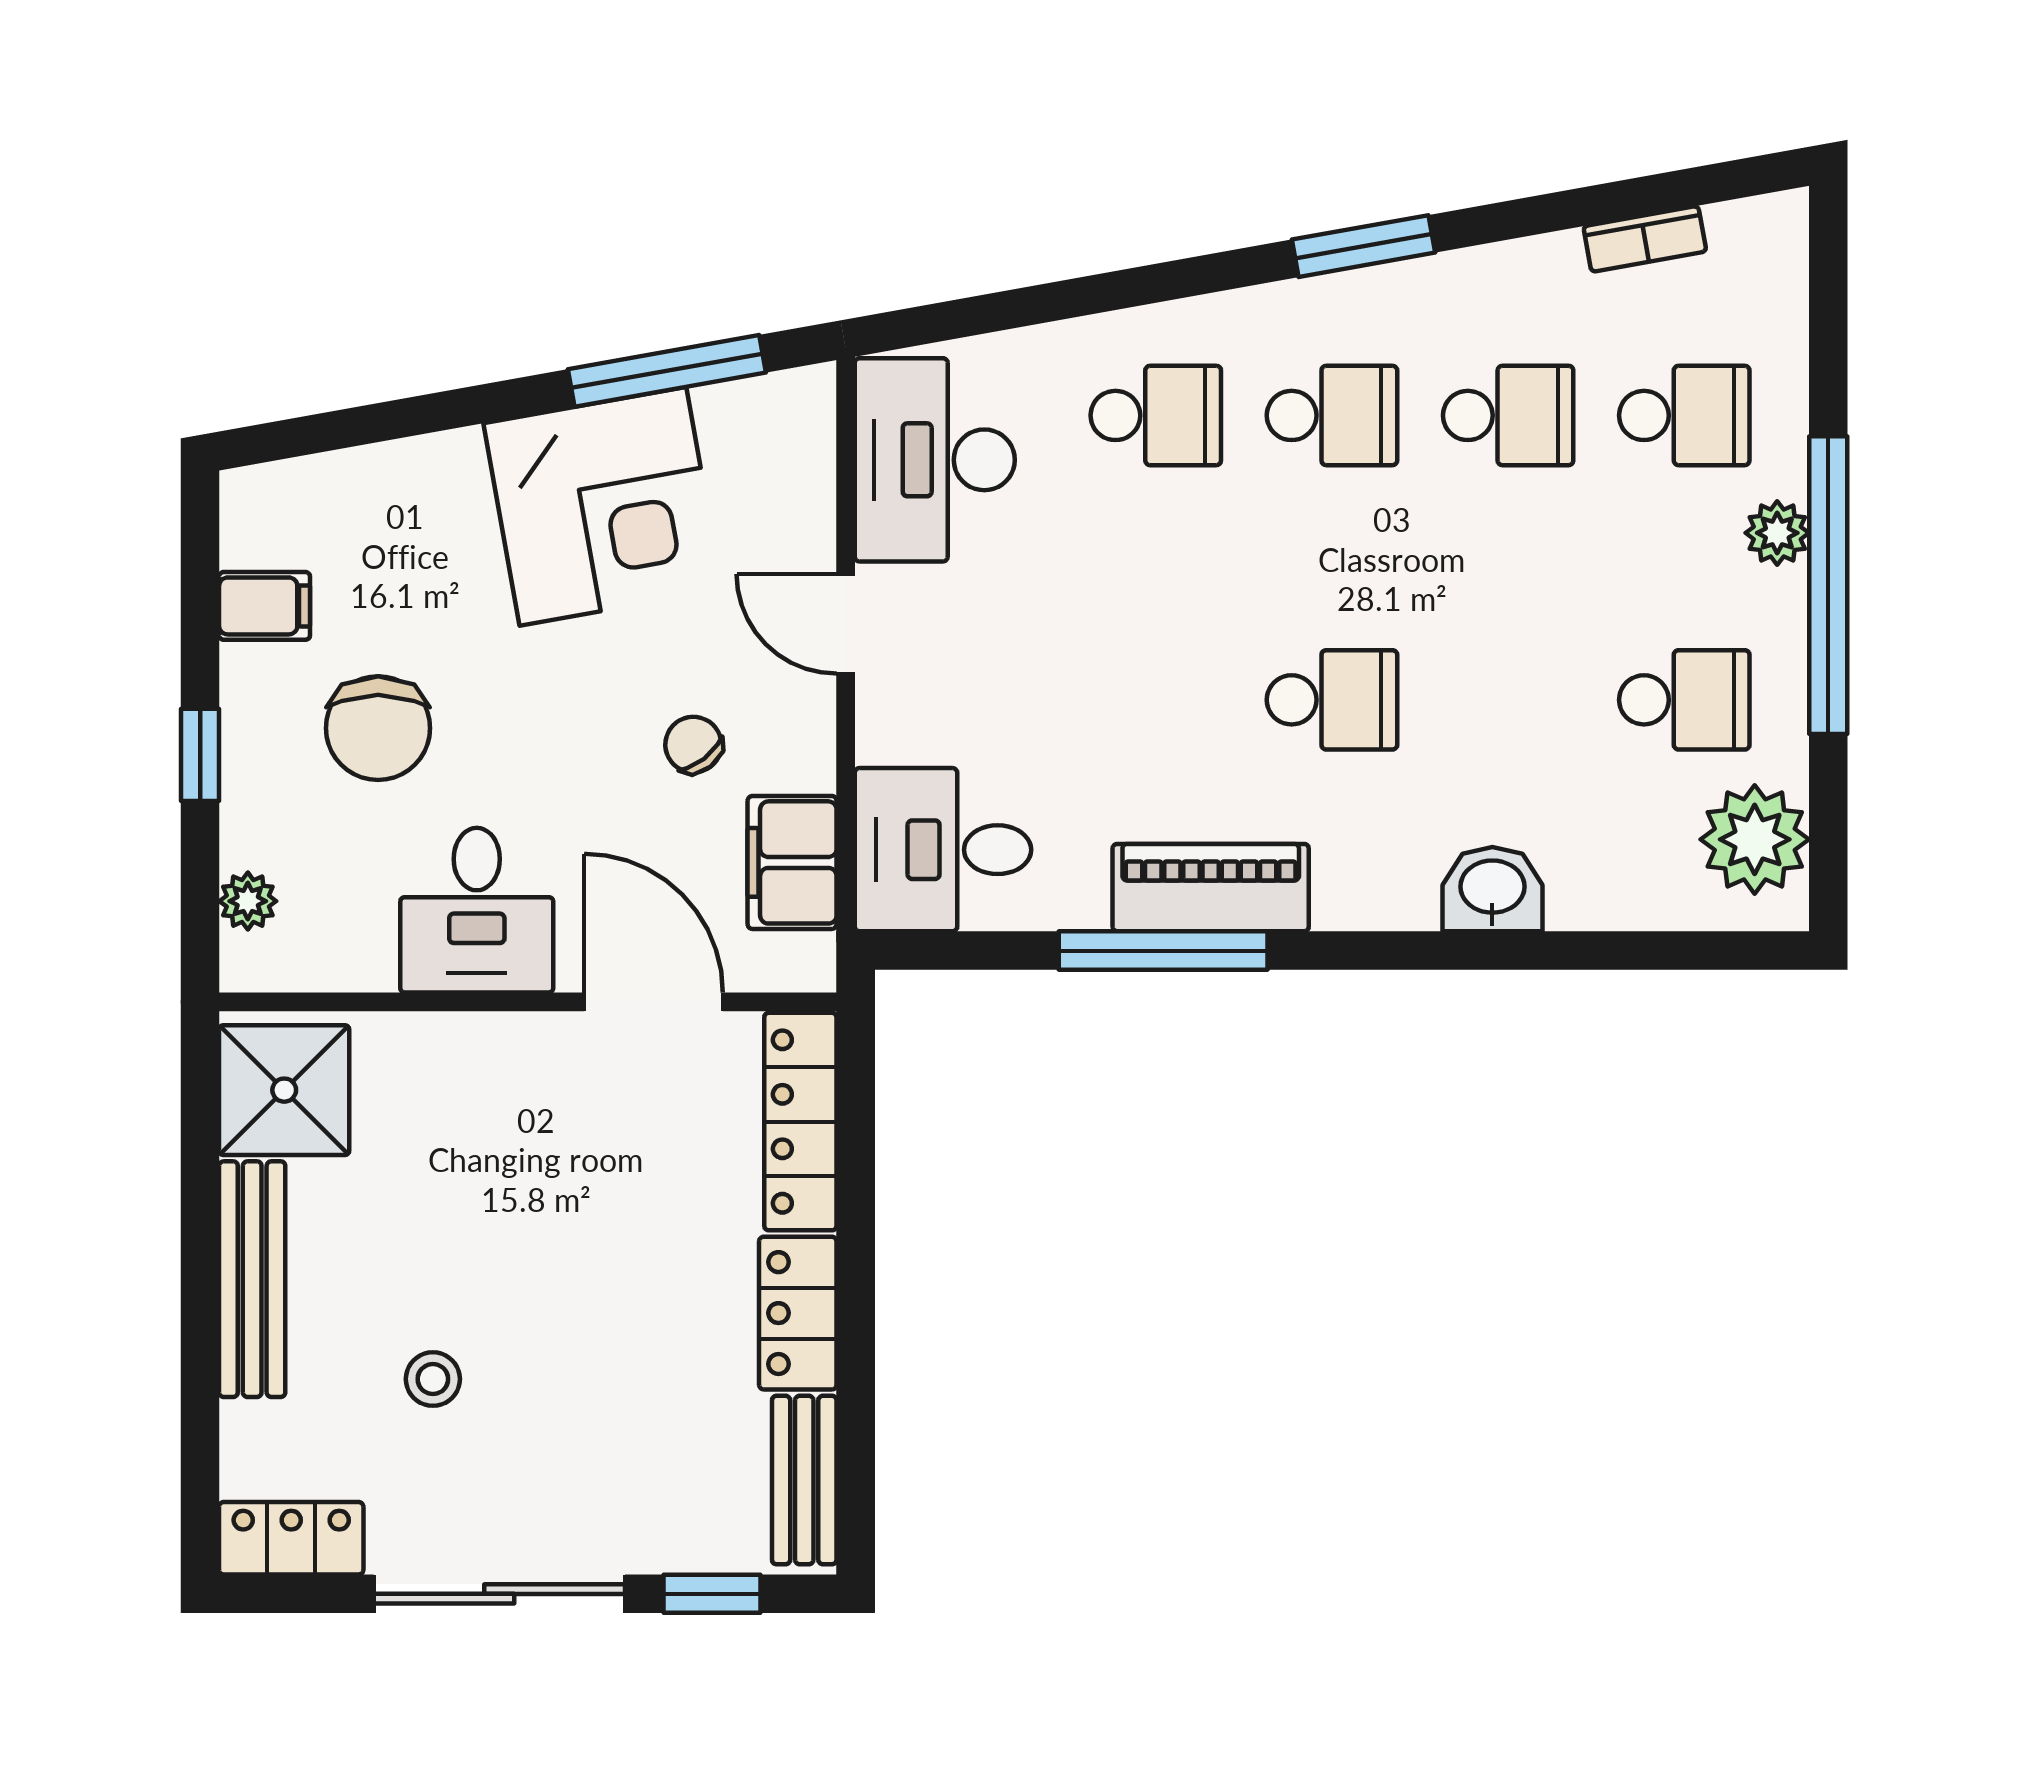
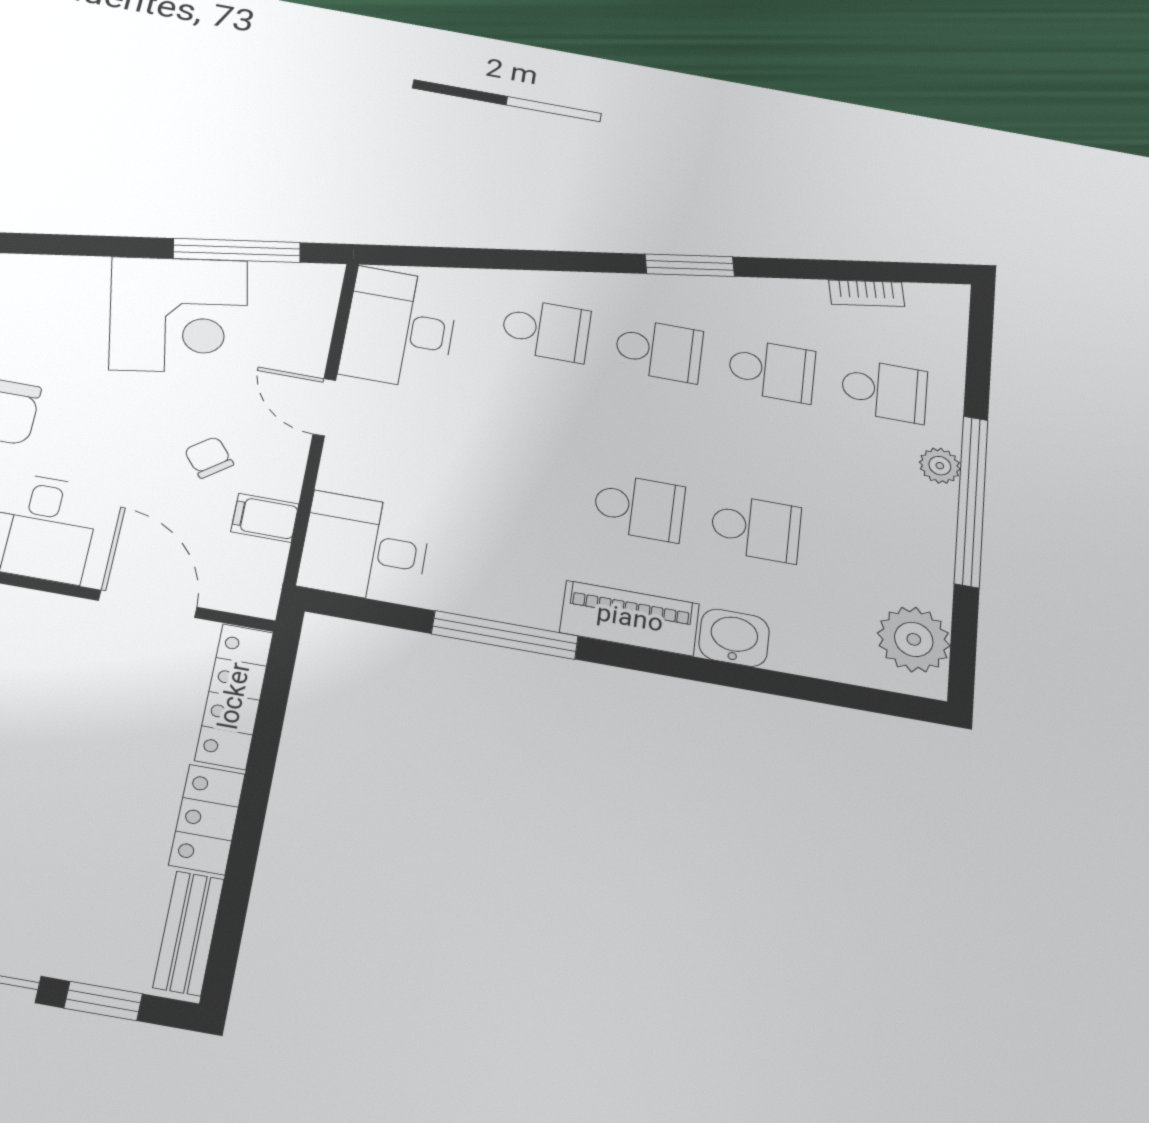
school desk: (1684, 700) -> (756, 528), moved
filing cabinet: (792, 862) -> (265, 518), width x0.50
piano: (1211, 888) -> (630, 618), moved

